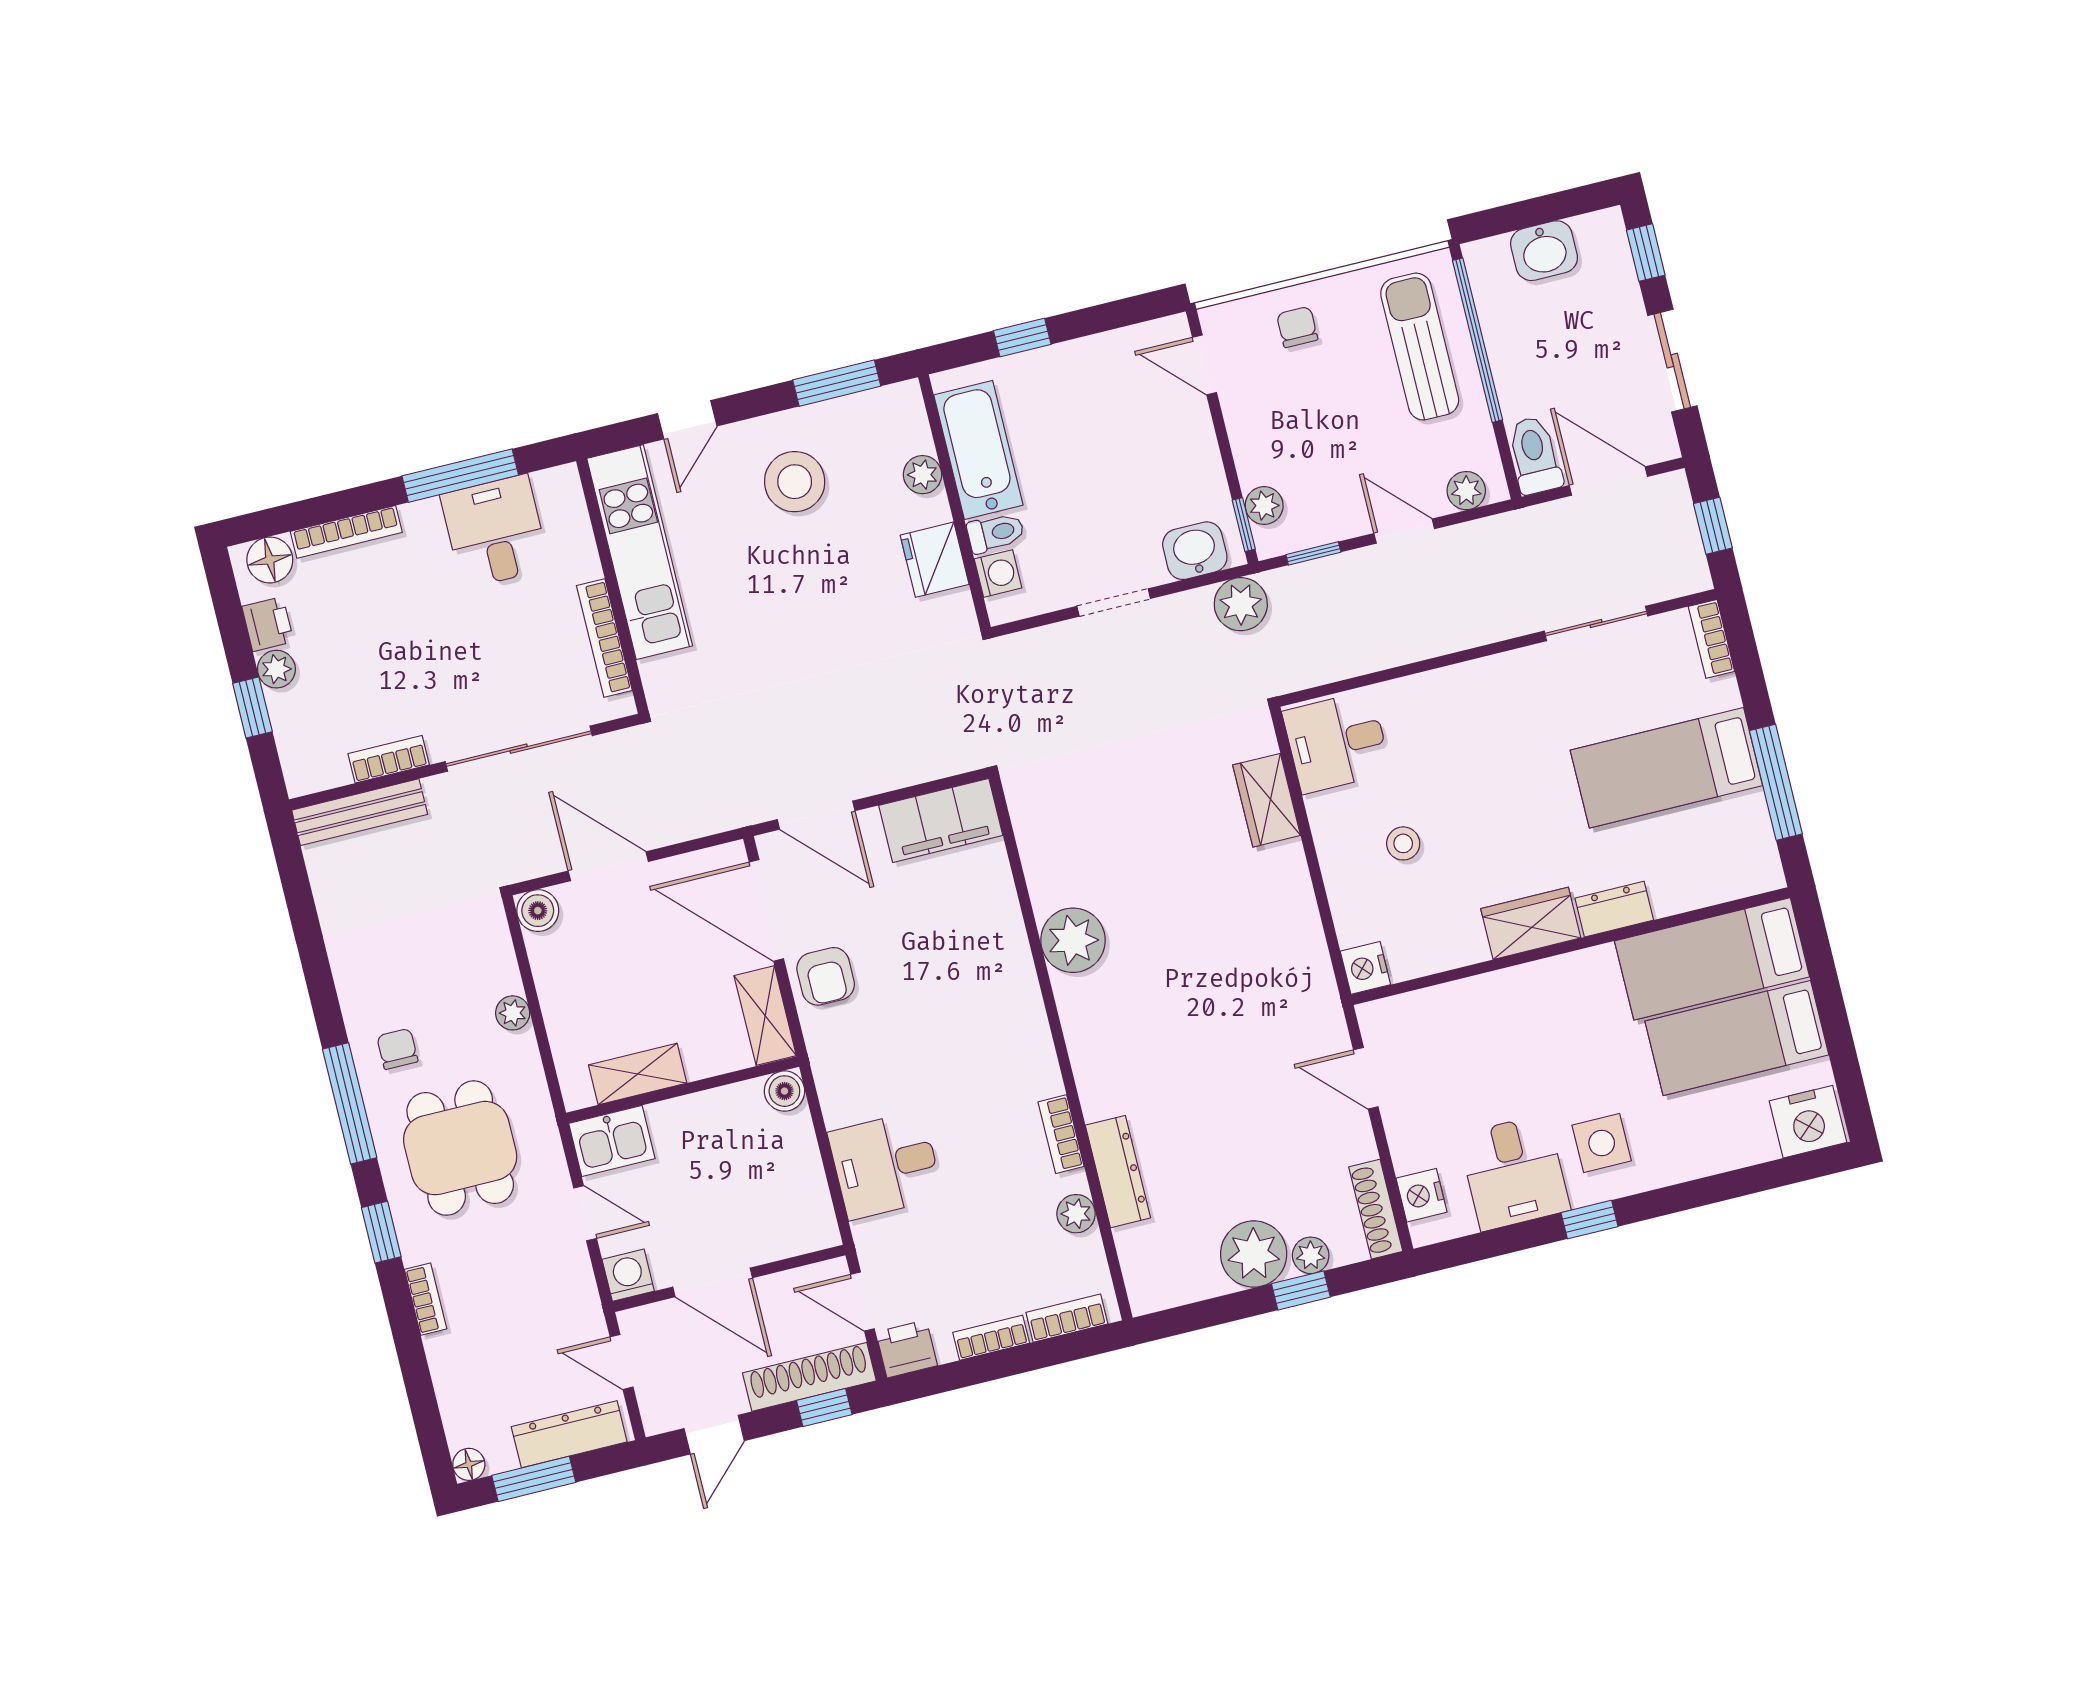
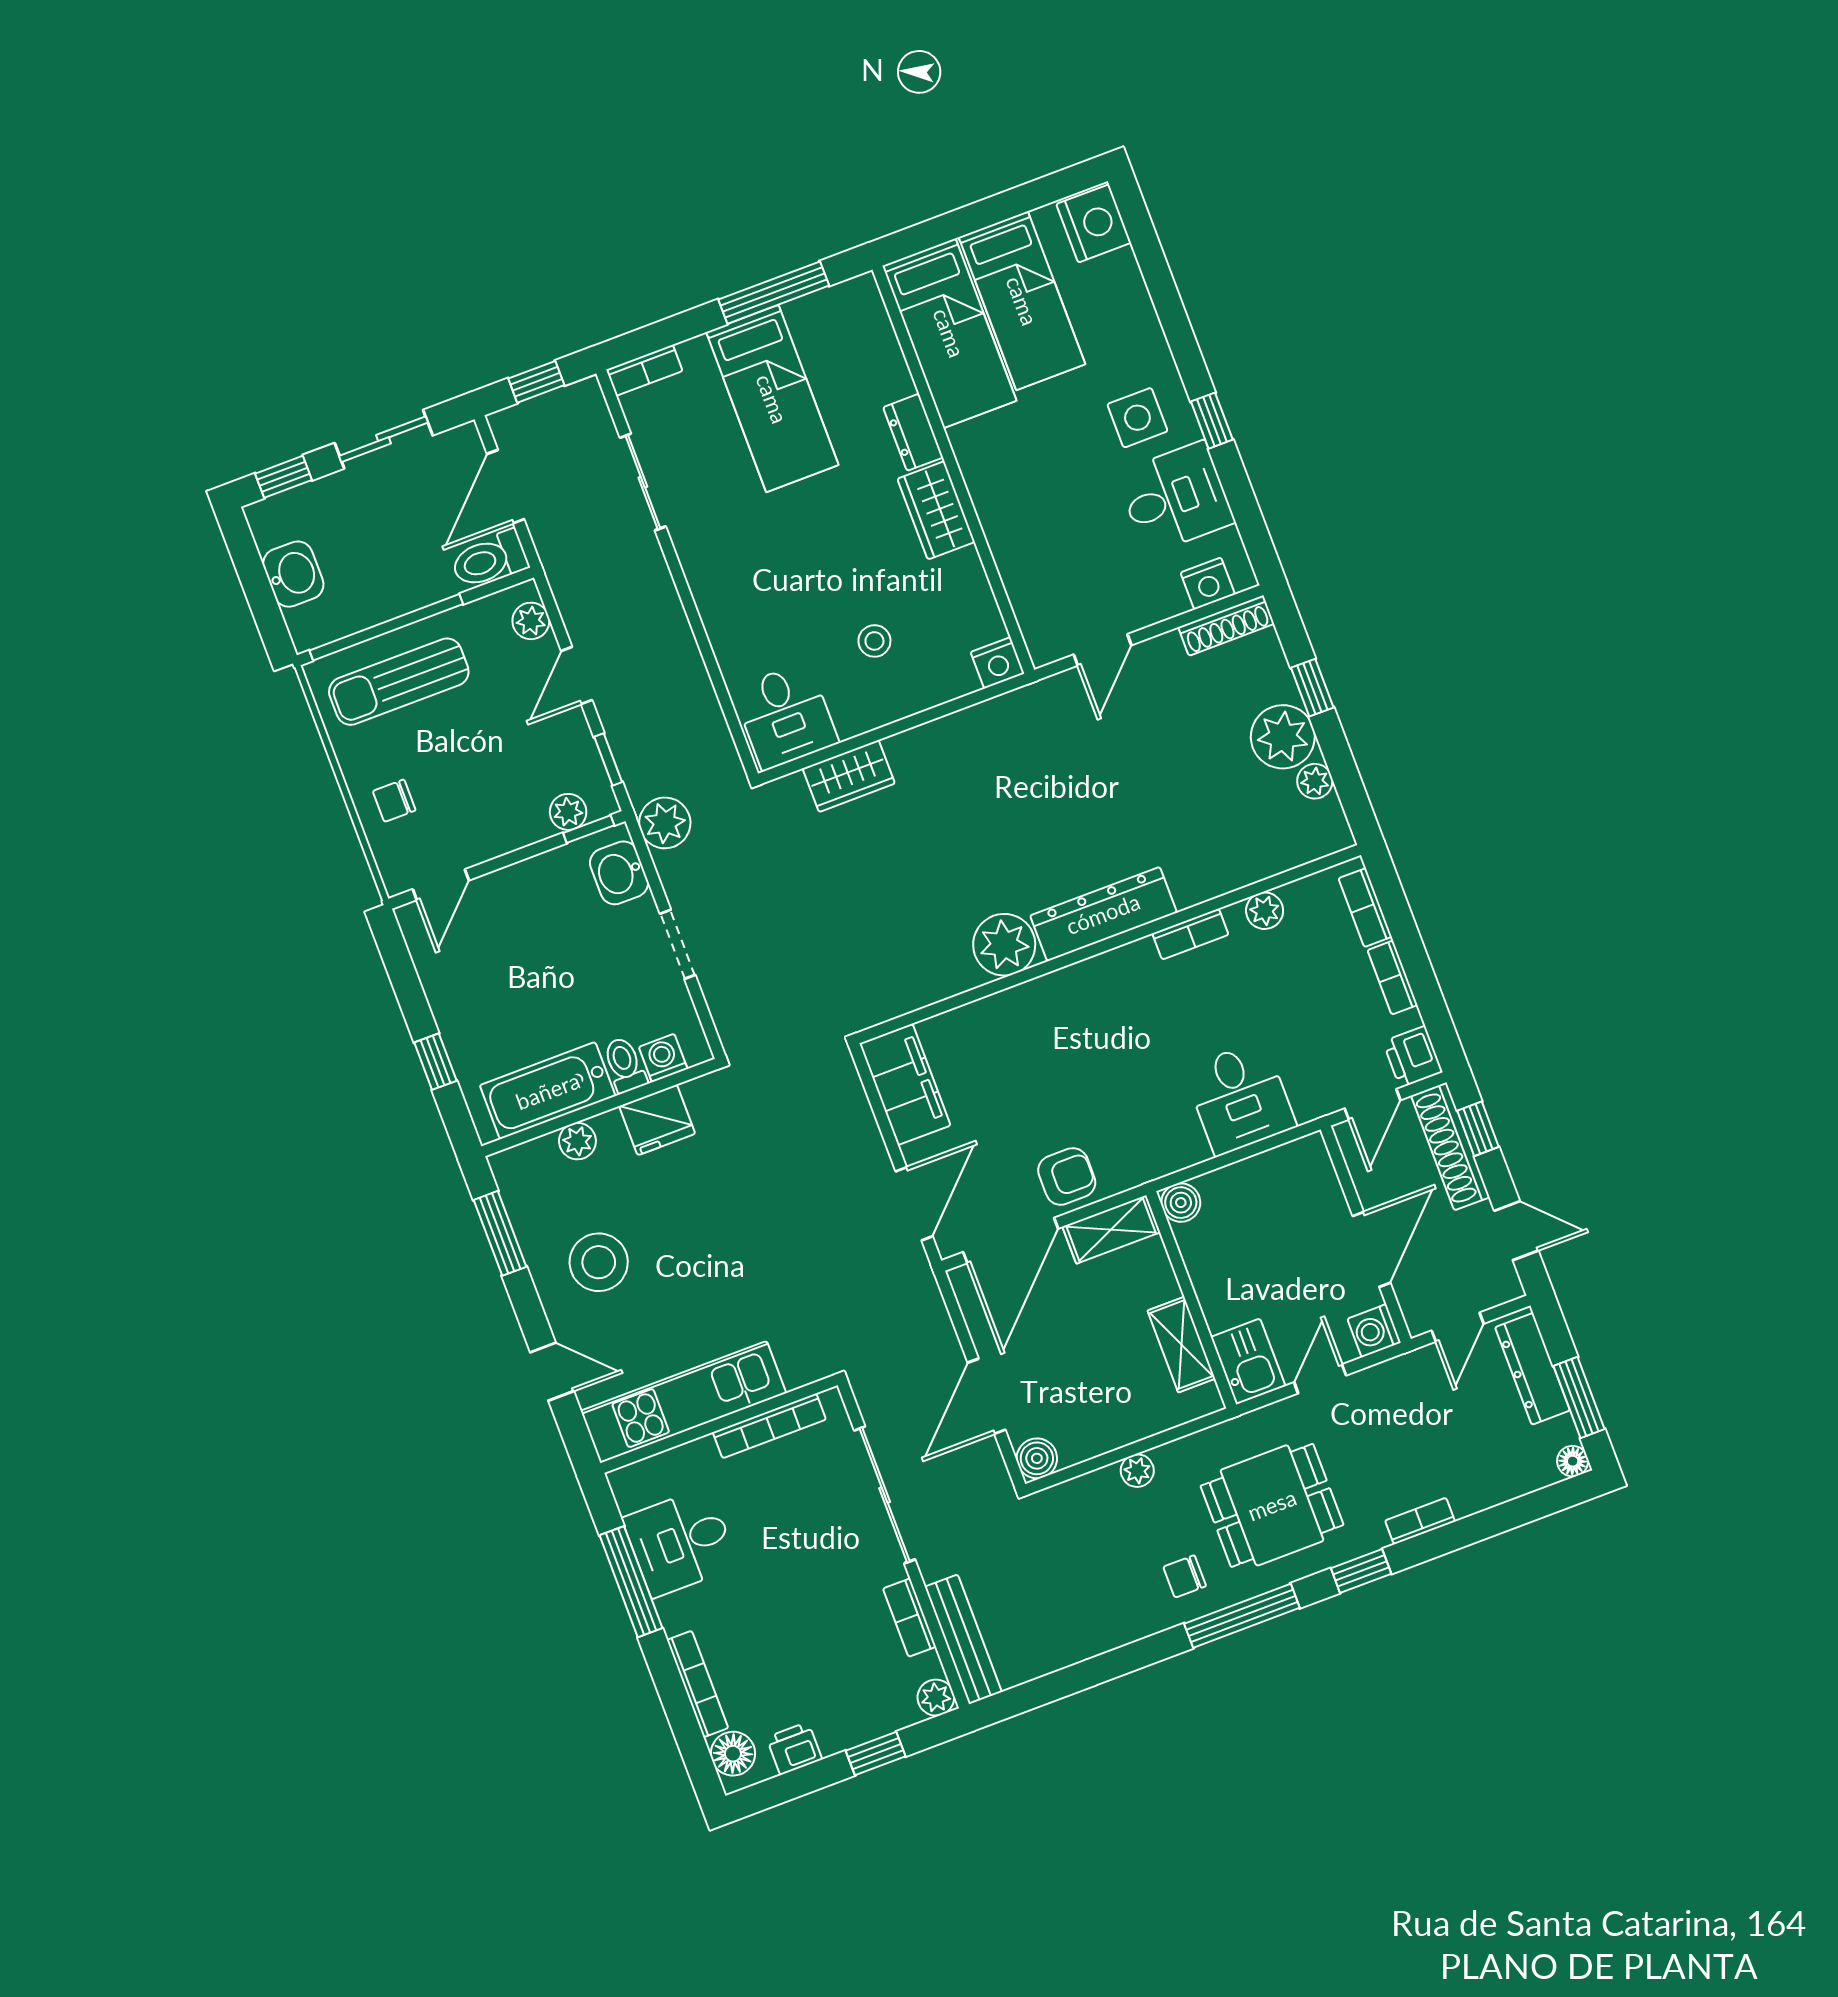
plant: (276, 669) -> (936, 1698), moved
dresser: (1118, 1172) -> (1103, 914), moved, width x1.37, depth x1.24
plant: (1311, 1255) -> (1315, 781), moved

